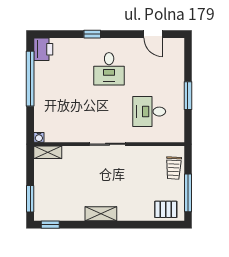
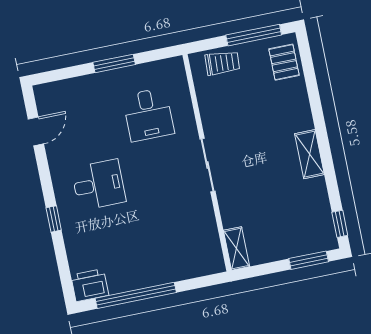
water cooler: (39, 137) -> (218, 266), removed

